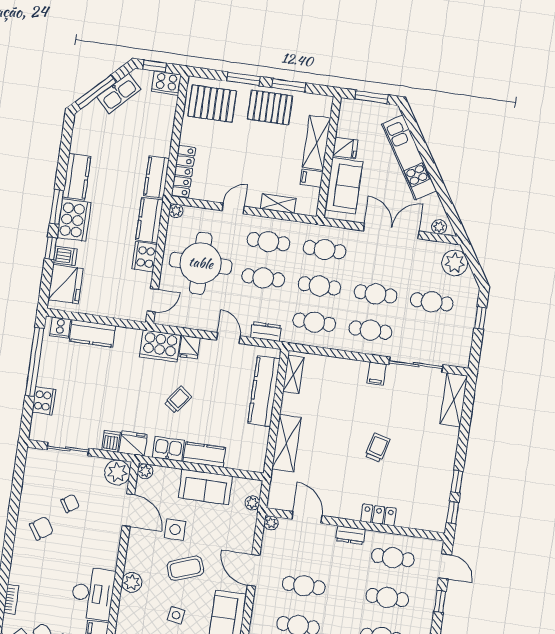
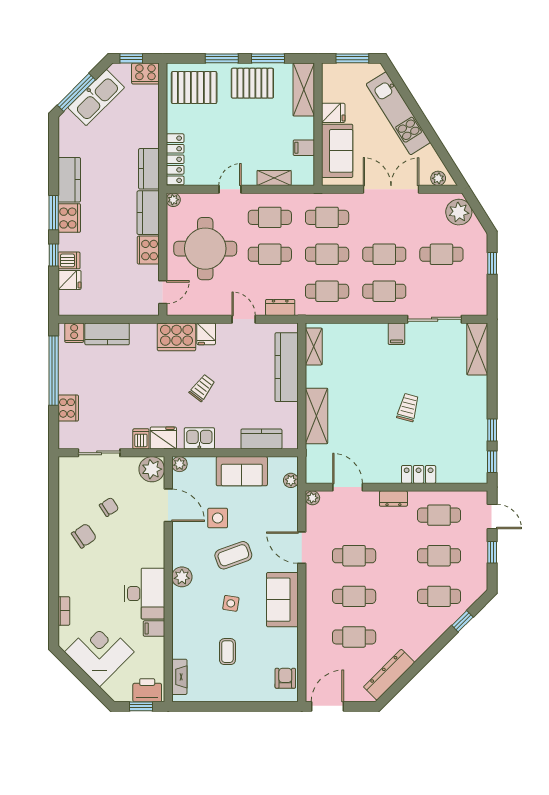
kitchen sink: (119, 93) -> (96, 97), width x1.36, depth x1.24
shelving: (316, 143) -> (304, 90), moved
cooker: (74, 220) -> (69, 218), width x0.73, depth x0.76
fridge: (66, 284) -> (69, 280), width x0.53, depth x0.75
kitchen counter: (204, 455) -> (261, 439), moved

